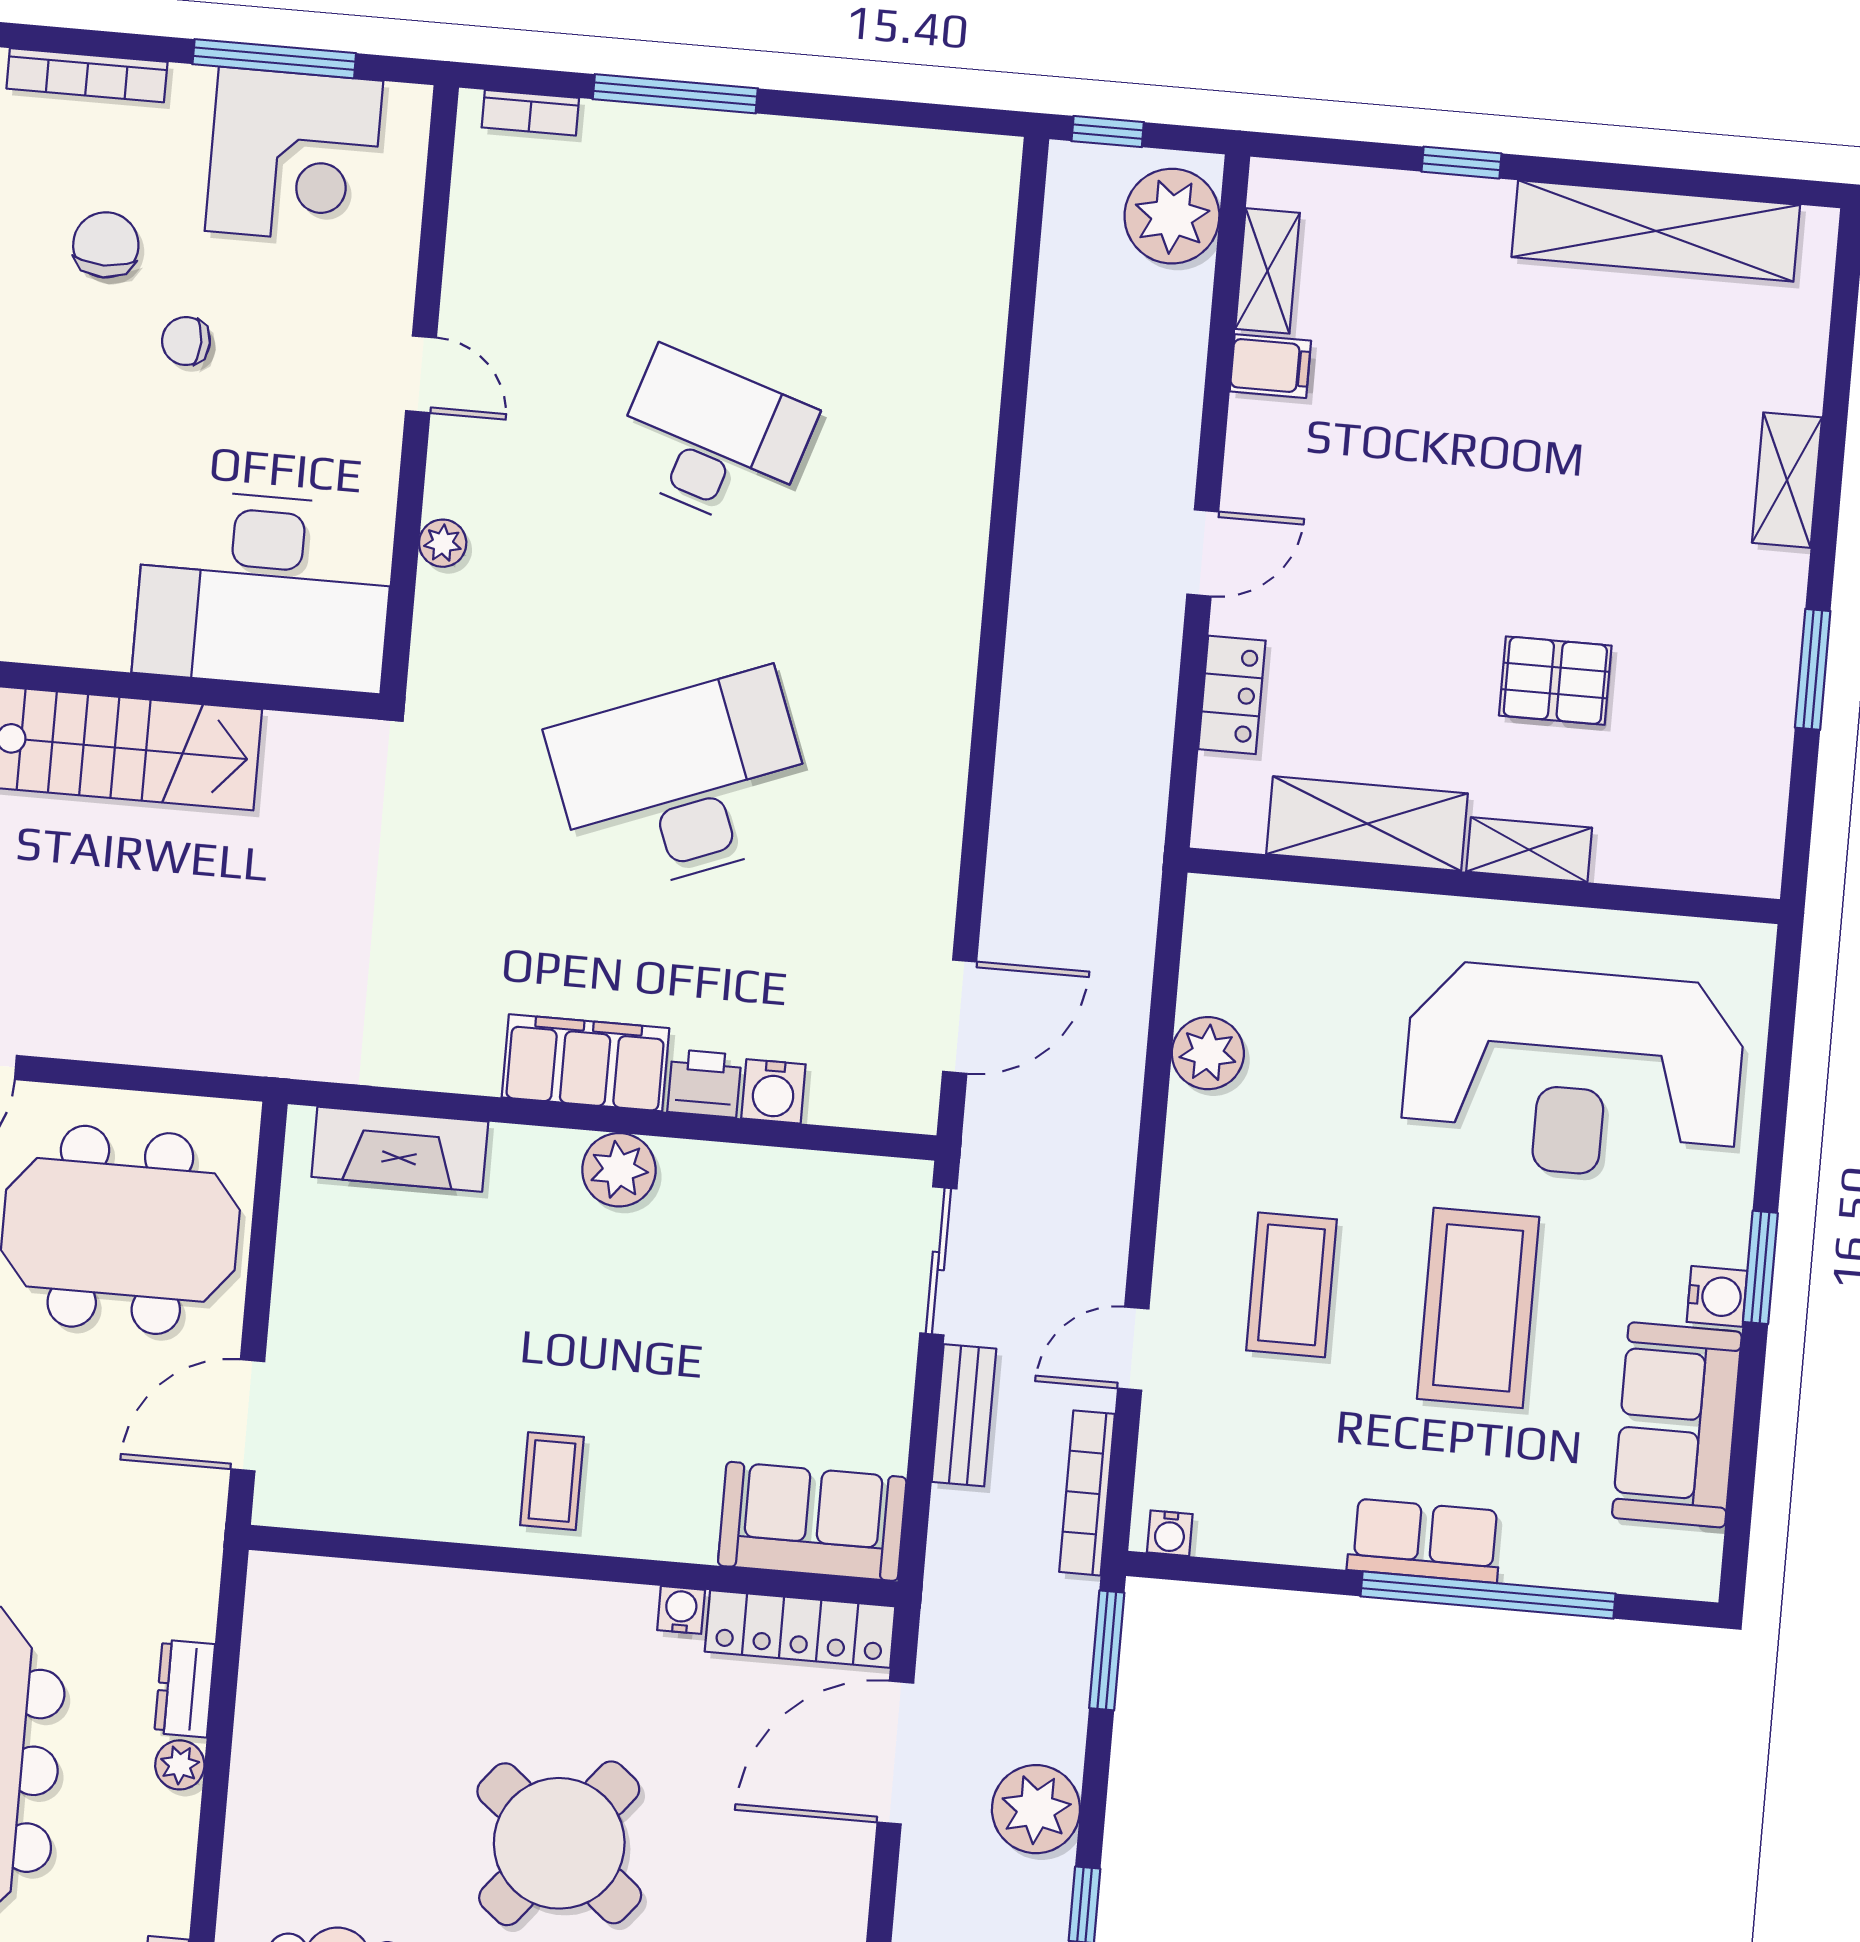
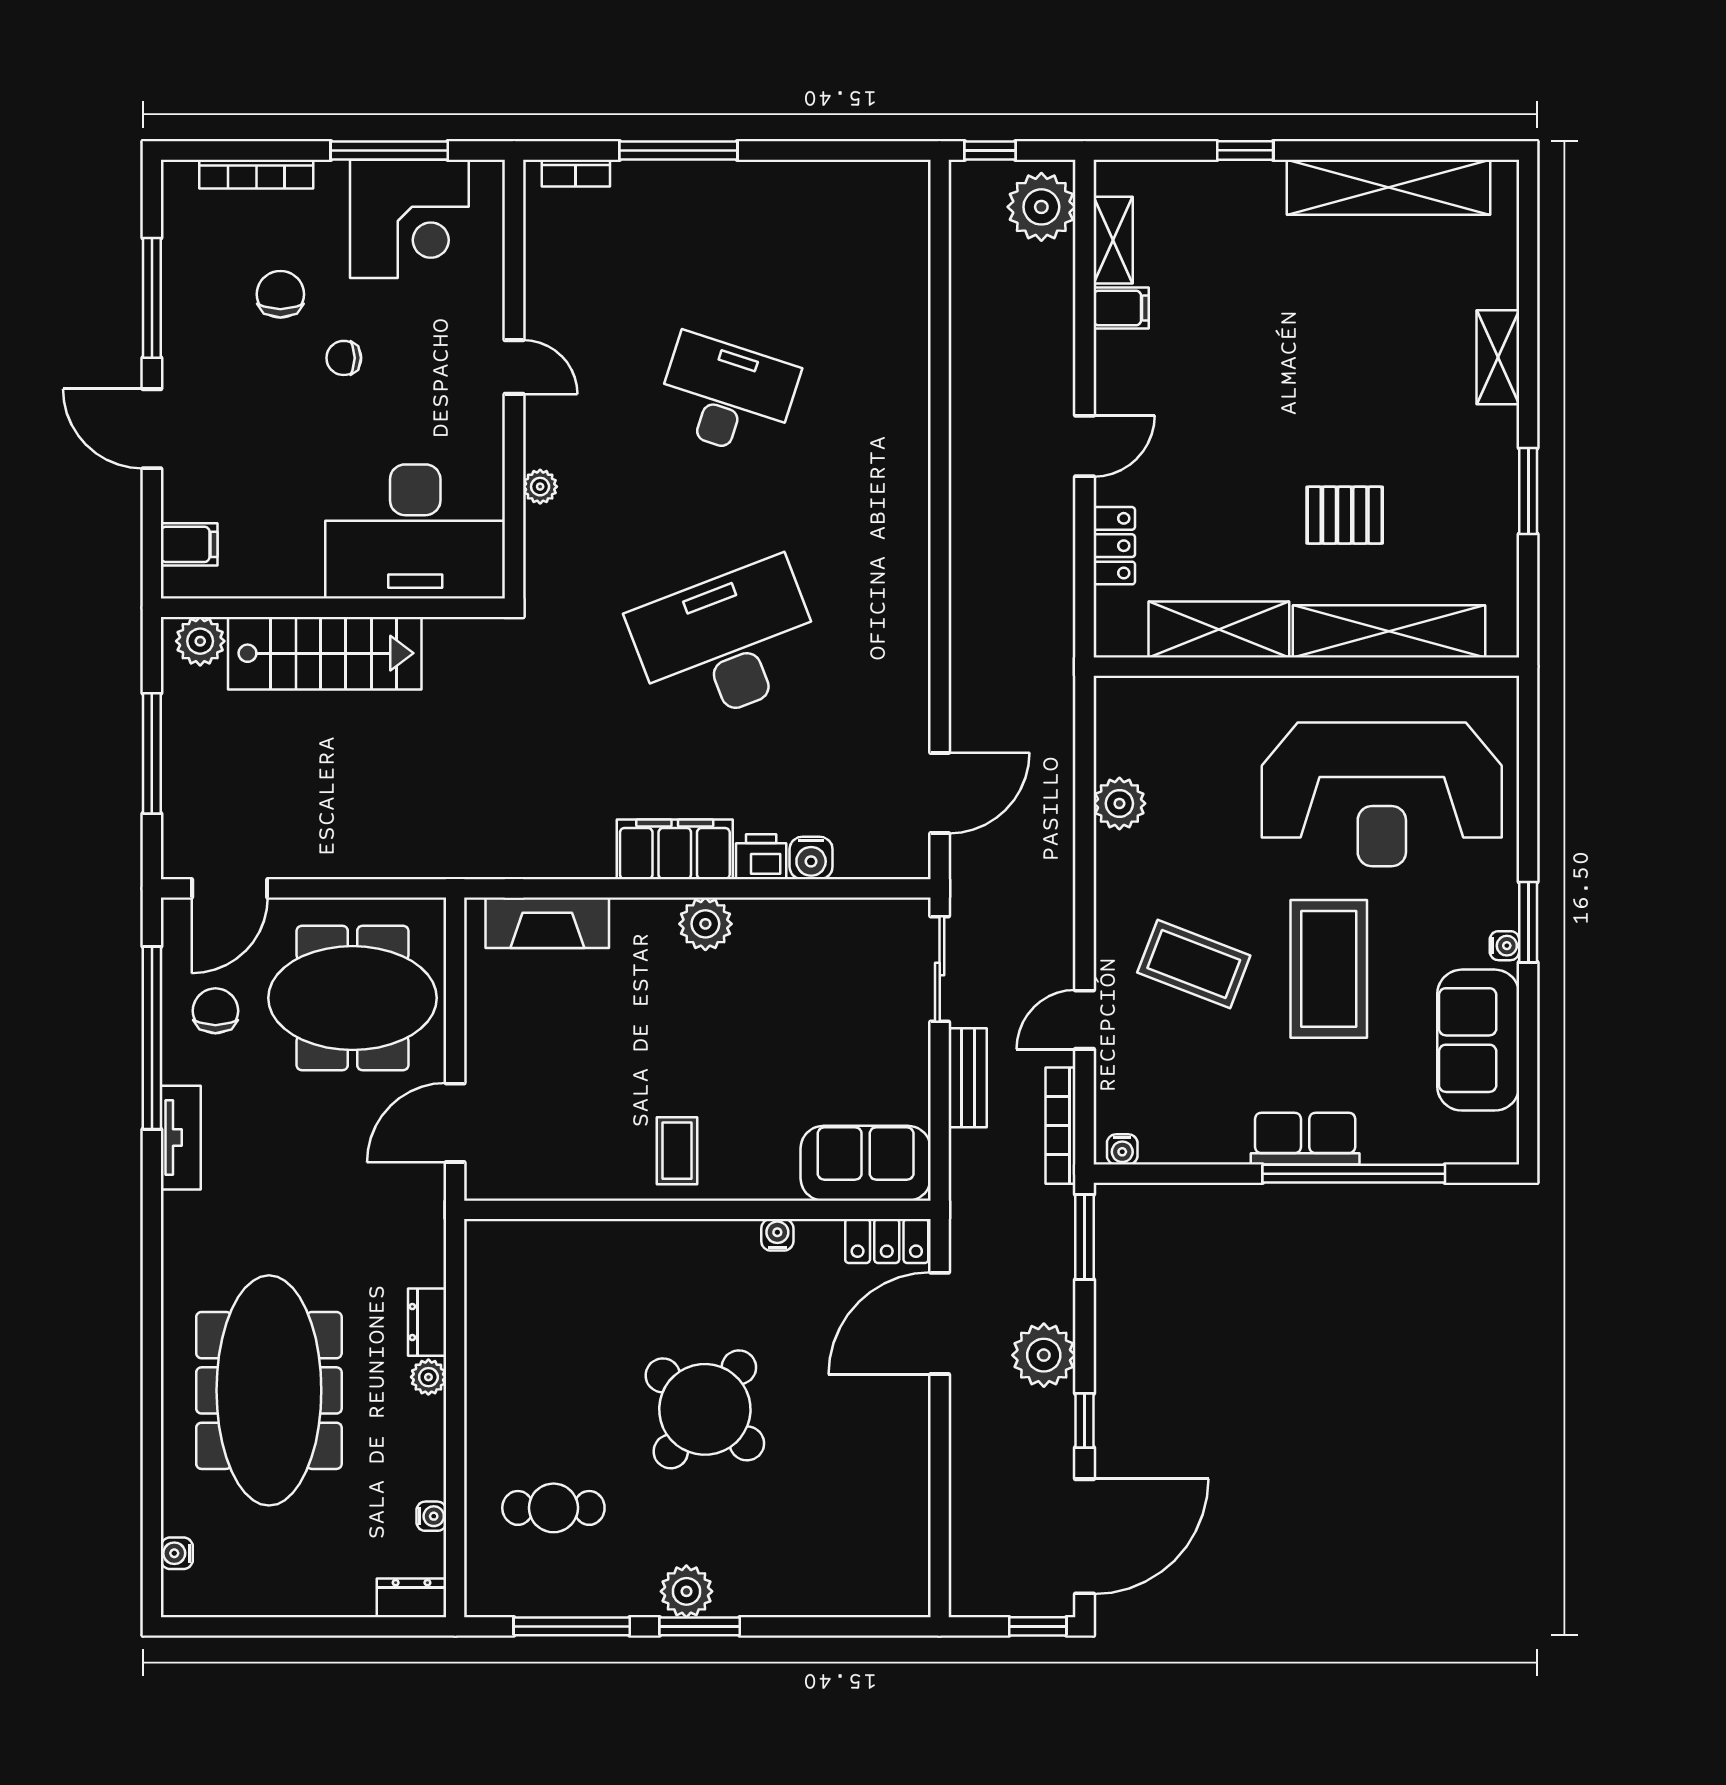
shelving: (1529, 850) -> (1389, 631), width x2.20, depth x1.33
coffee table: (1292, 1285) -> (1194, 964), turned -69
water cooler: (1717, 1296) -> (1504, 946), width x0.72, depth x0.72
locker: (800, 1629) -> (887, 1241), width x0.66

